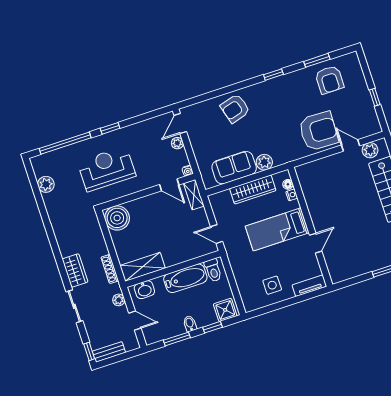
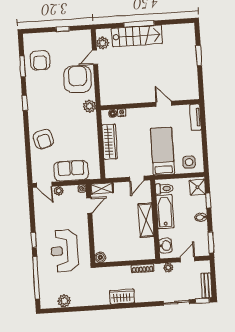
armchair: (329, 80) -> (40, 60), turned 90
plant: (264, 162) -> (89, 106), moved
sofa: (234, 168) -> (71, 171), moved, turned 90
boiler: (117, 218) -> (100, 257), width x0.54, depth x0.54
bed: (277, 229) -> (162, 151), moved, turned 180
shelving: (143, 267) -> (146, 220), moved
wardrobe: (75, 270) -> (122, 297), moved
side table: (272, 285) -> (189, 162), moved
sliding door: (74, 306) -> (176, 302), moved
window: (177, 339) -> (211, 242), moved

